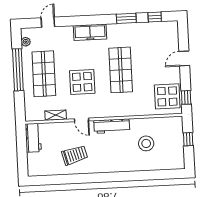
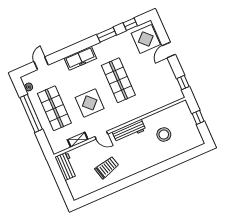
display table: (167, 96) -> (146, 39), moved

